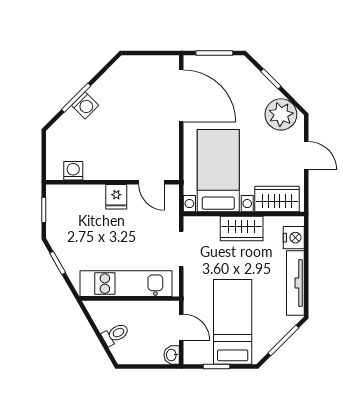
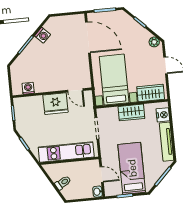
washing machine: (85, 105) -> (43, 35), moved
plant: (281, 114) -> (154, 42), width x0.53, depth x0.53
fridge: (116, 197) -> (56, 104), width x1.88, depth x1.34

